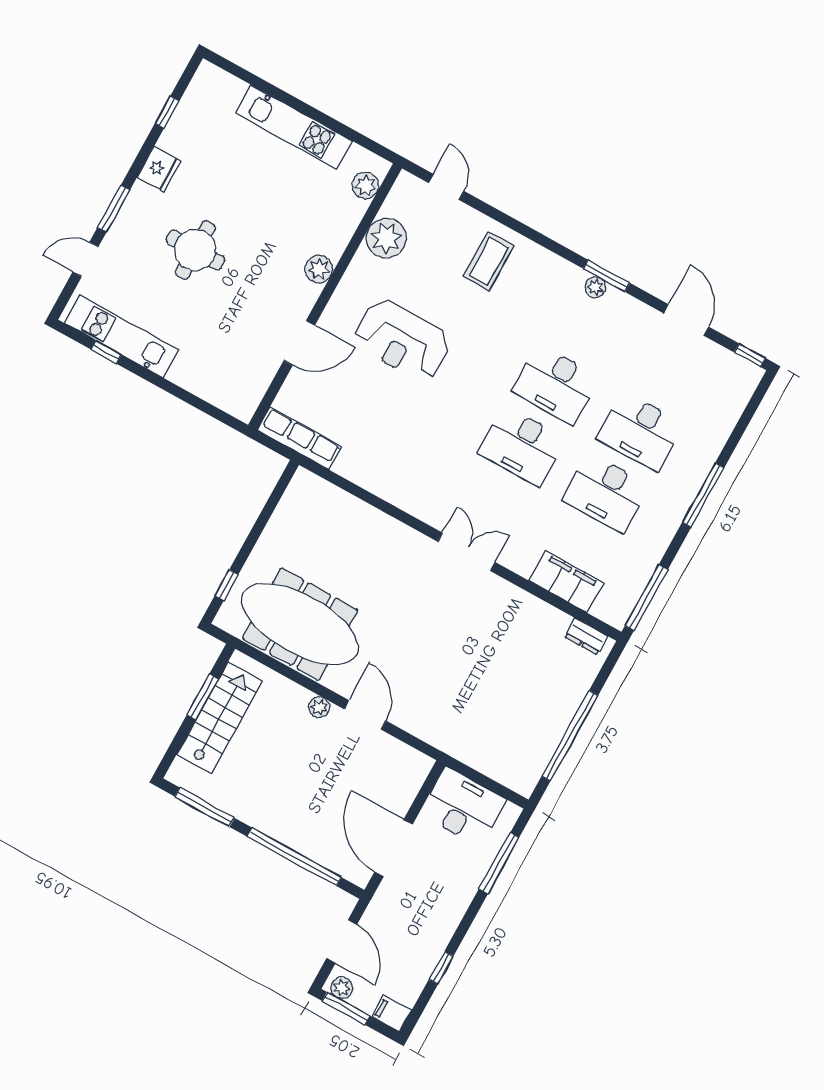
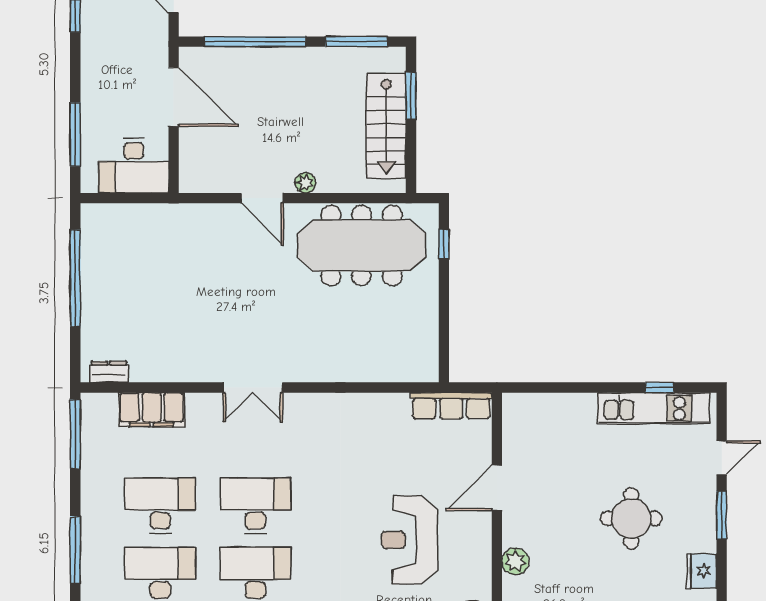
reception desk: (402, 340) -> (410, 540), turned -90
window: (203, 697) -> (411, 96), moved

